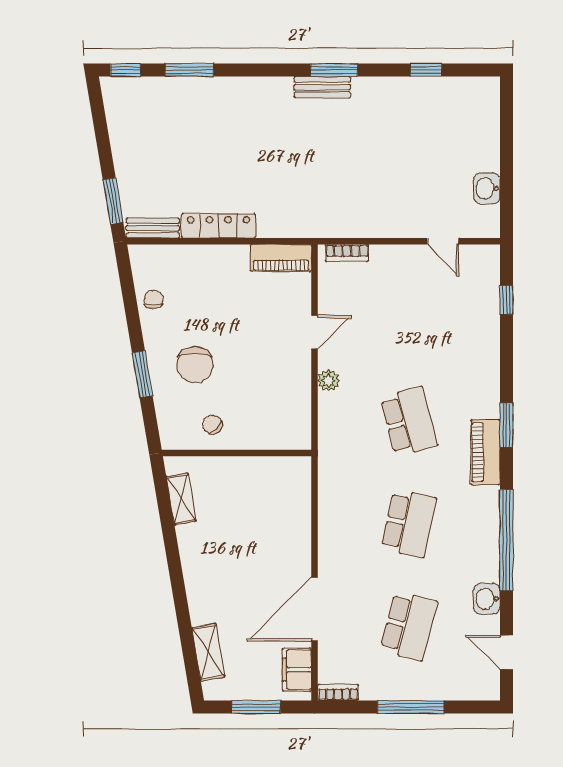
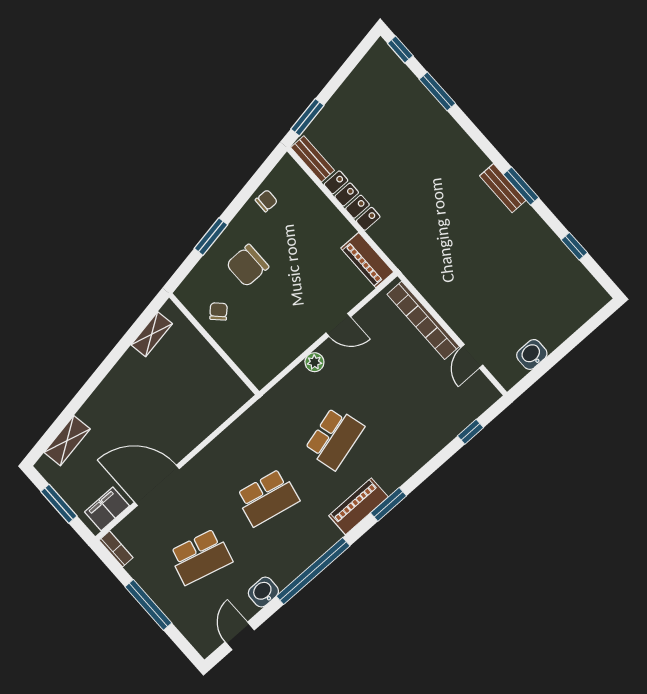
bookcase: (347, 253) -> (423, 320), width x2.31, depth x1.31

